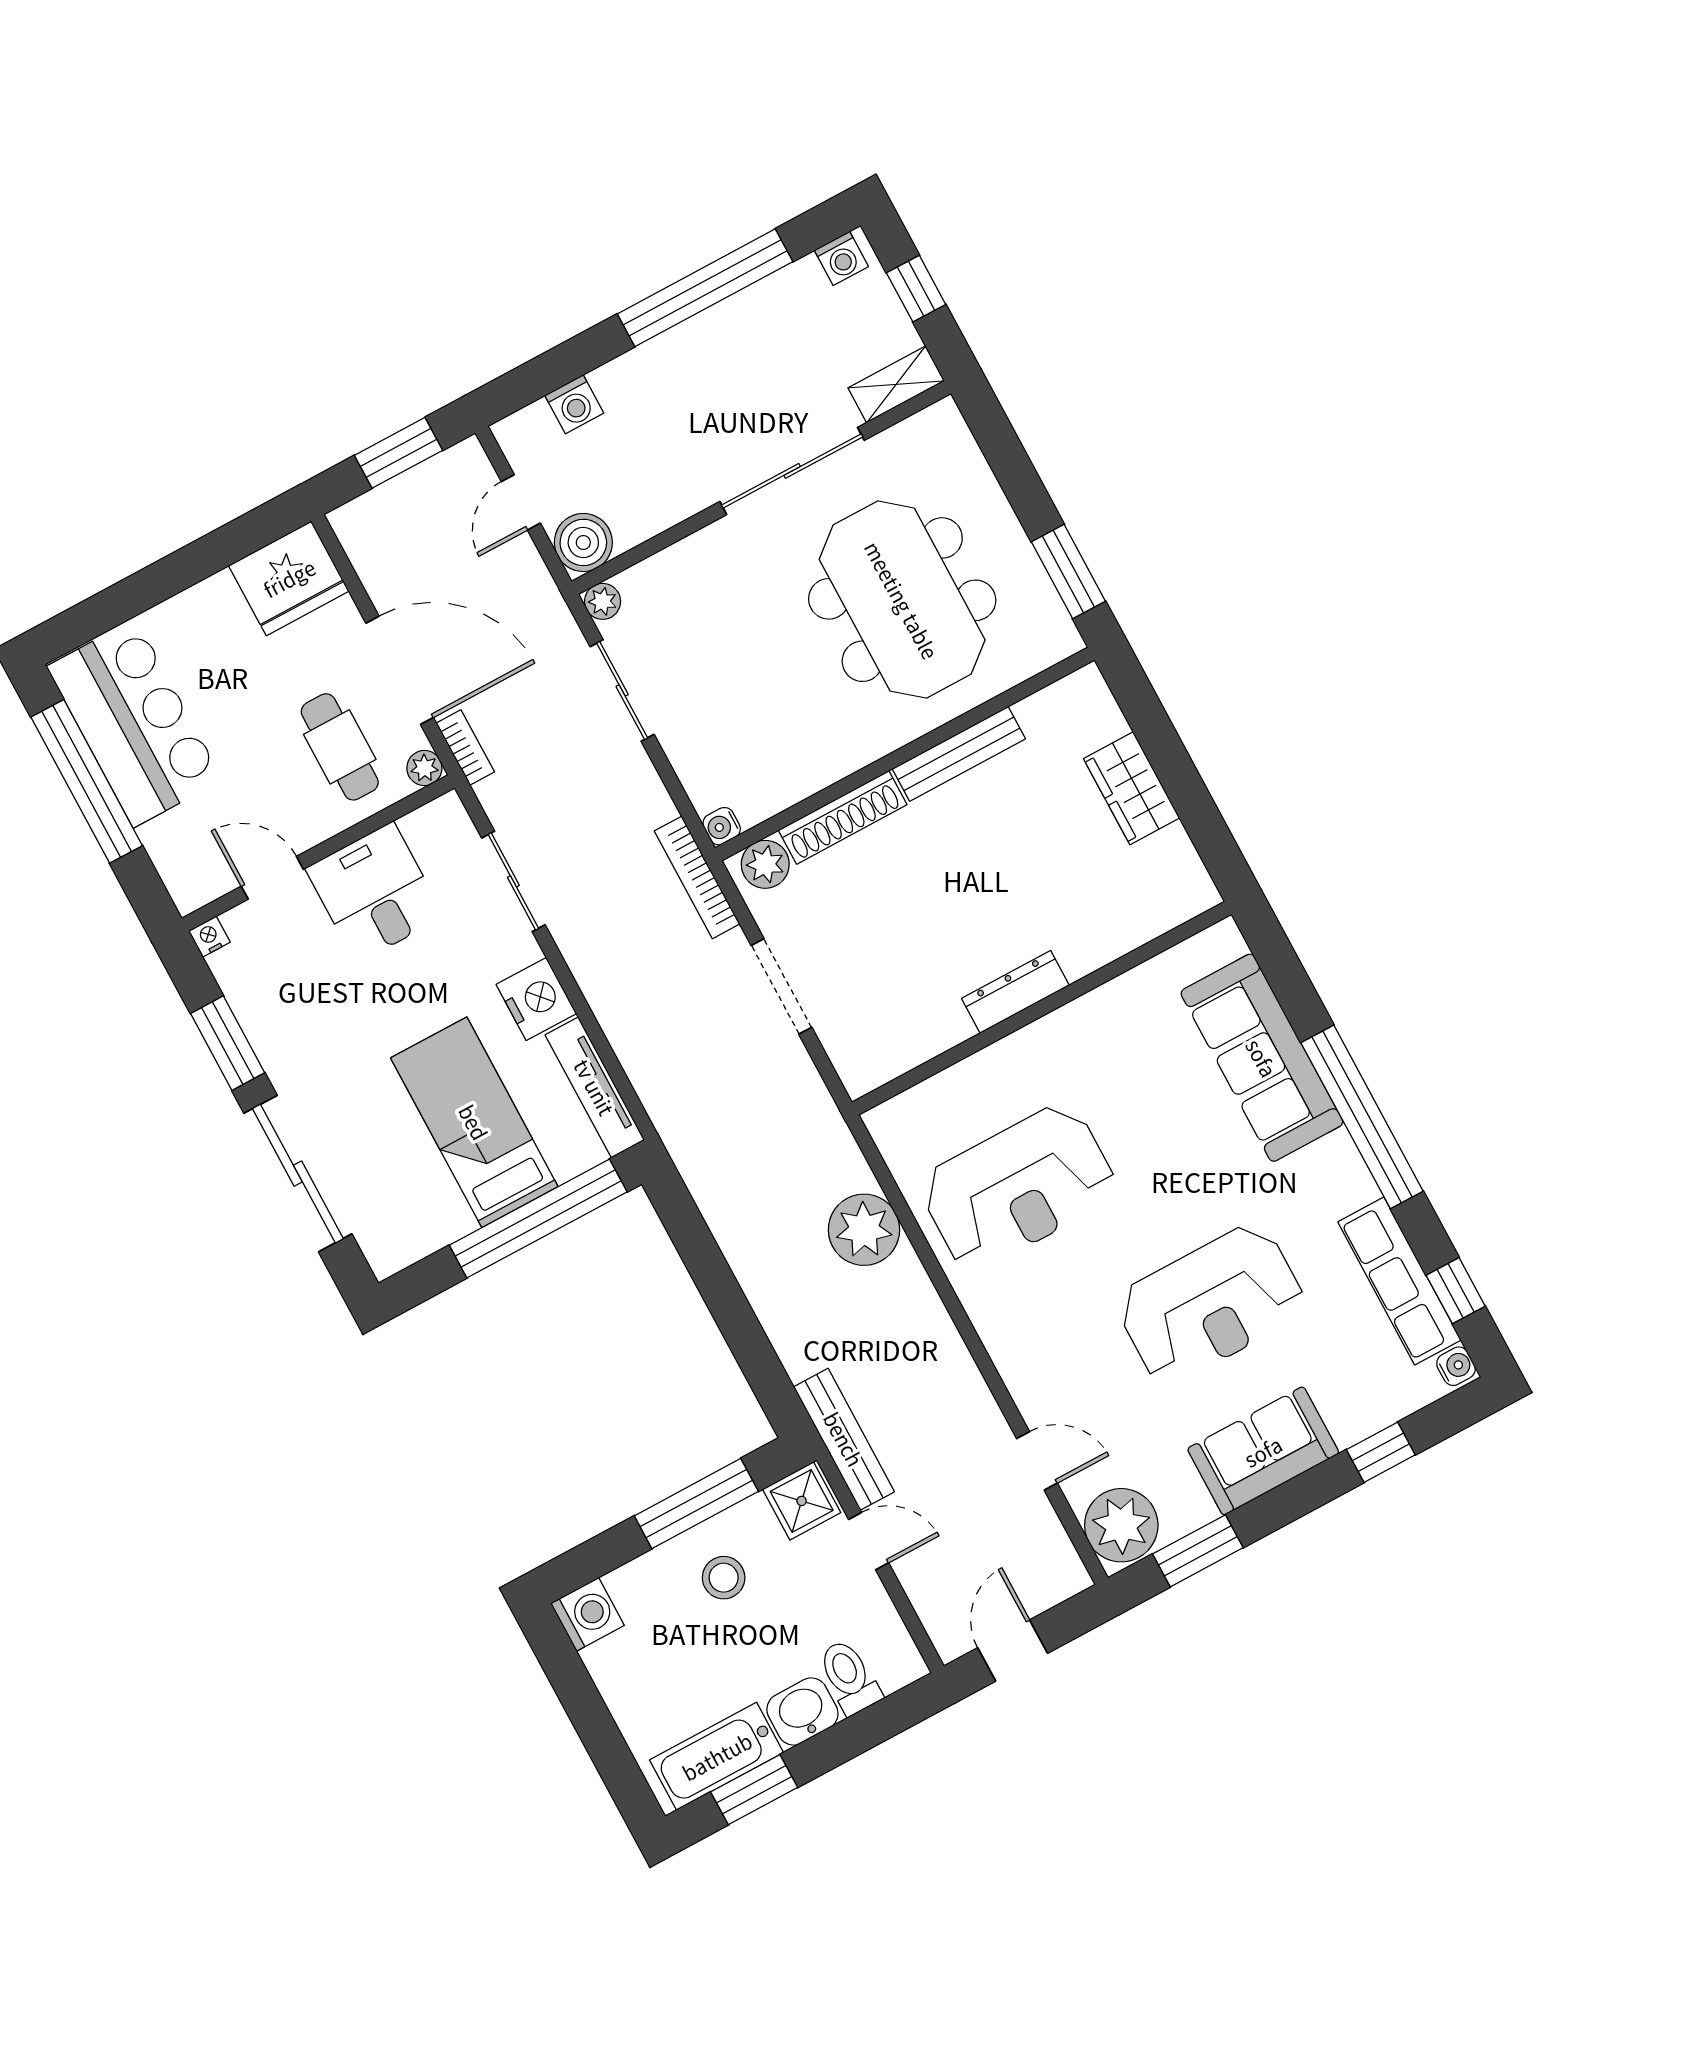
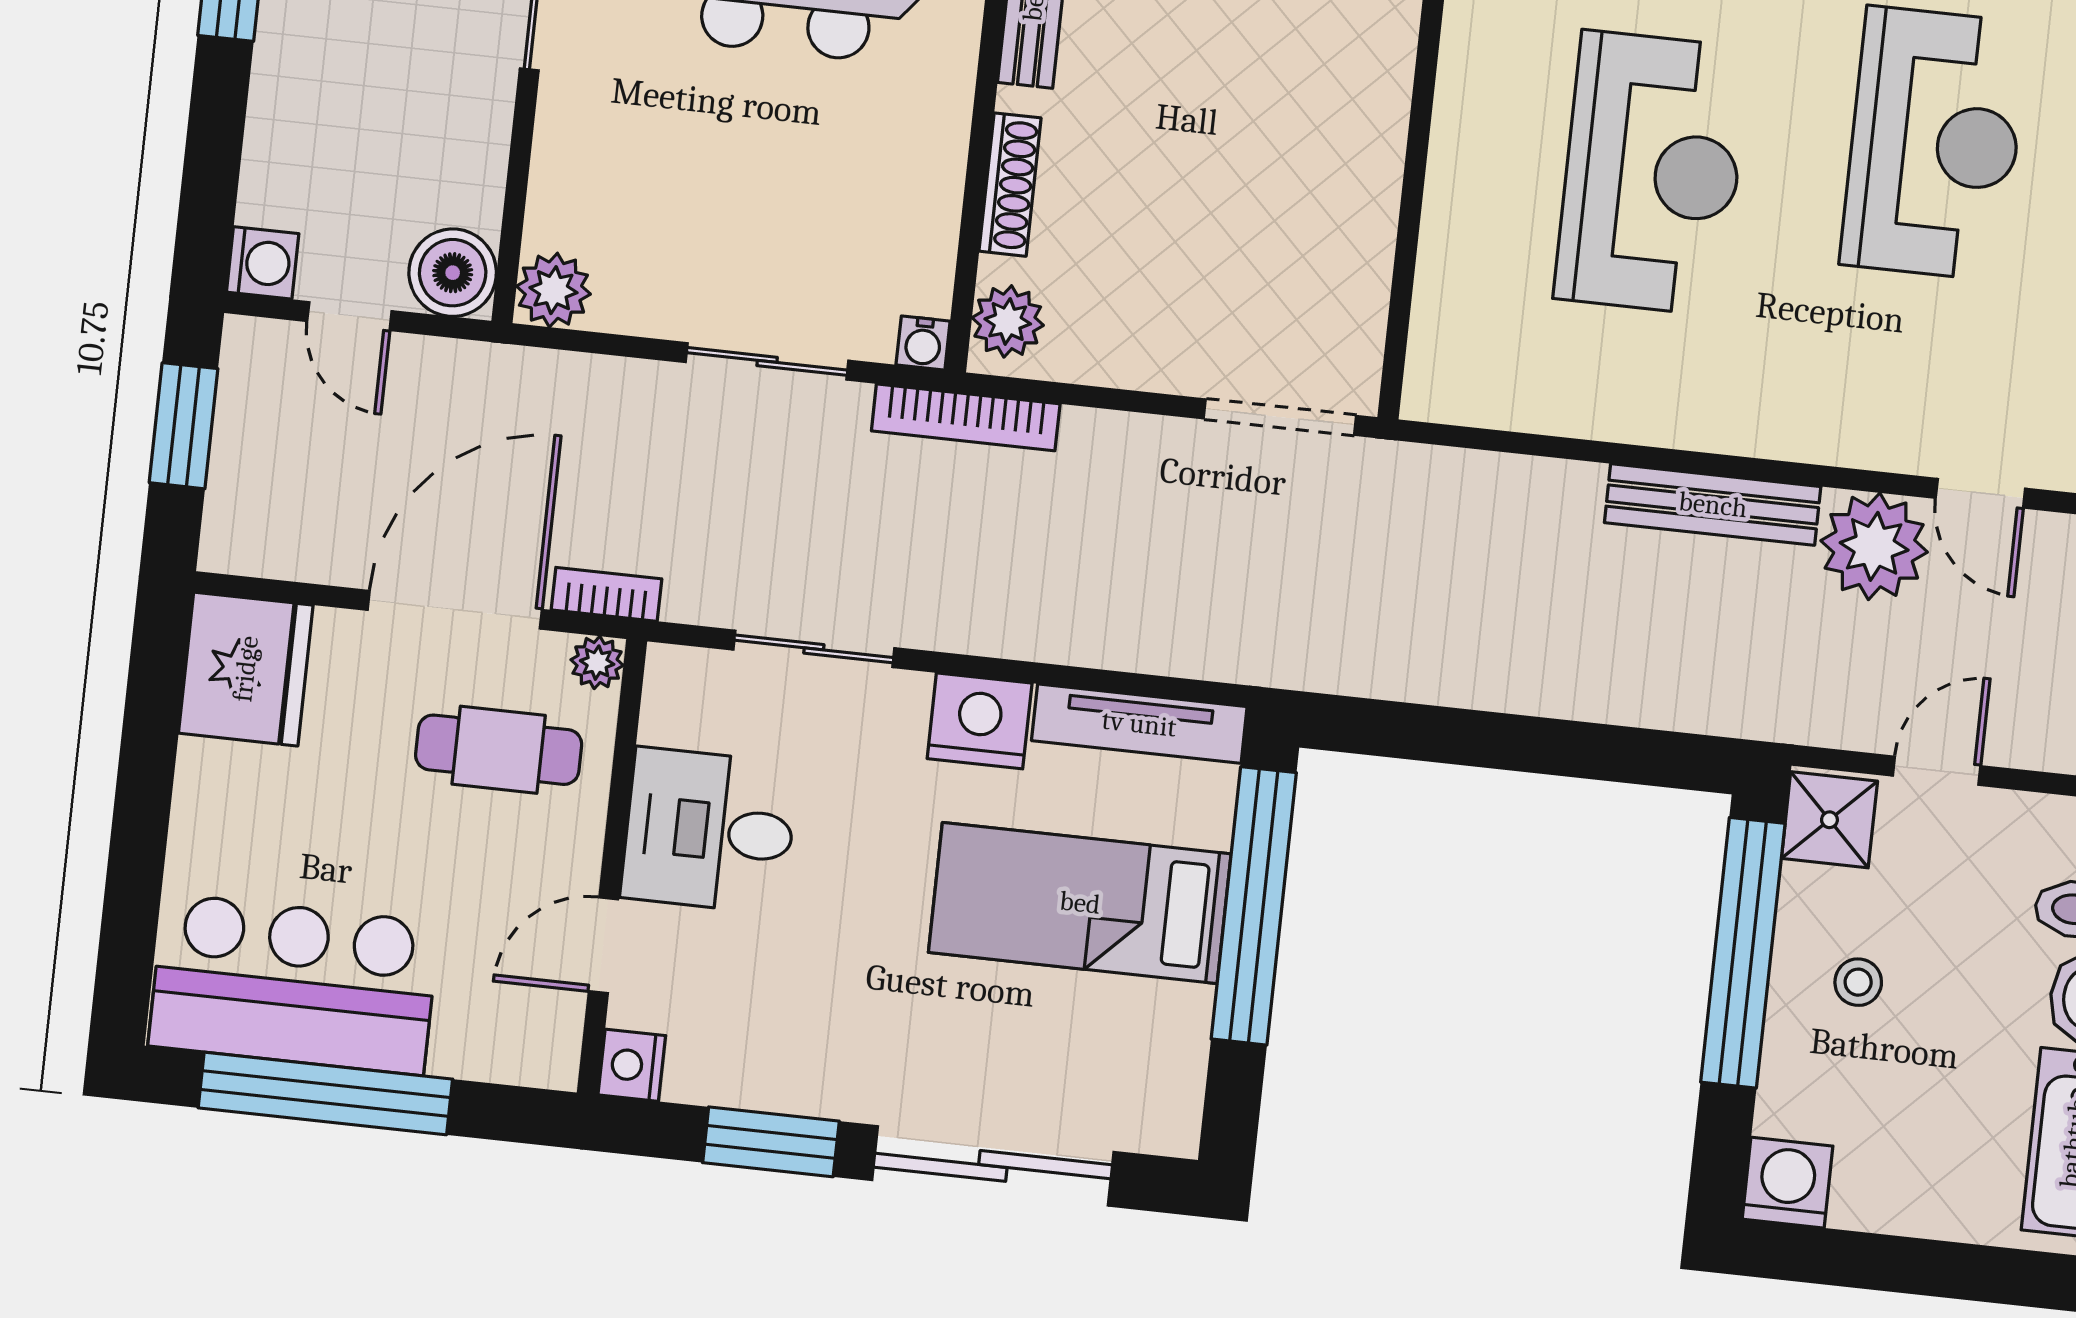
washing machine: (574, 404) -> (263, 263), moved
plant: (603, 601) -> (553, 290), width x1.38, depth x1.38
sliding door: (622, 691) -> (767, 361), moved
shoe rack: (843, 817) -> (1010, 185), width x0.74, depth x0.81
nightstand: (209, 937) -> (632, 1065), width x1.39, depth x1.35
doorway: (781, 986) -> (1280, 417), moved
dresser: (1015, 992) -> (1380, 120), removed
reception desk: (1018, 1187) -> (1652, 173), moved
plant: (864, 1230) -> (1874, 546), moved
bench: (844, 1439) -> (1713, 505), moved
door: (1037, 1461) -> (1980, 493), swing flipped
window: (696, 1504) -> (1743, 953), width x1.46
stool: (724, 1578) -> (1858, 982), width x0.73, depth x0.73

